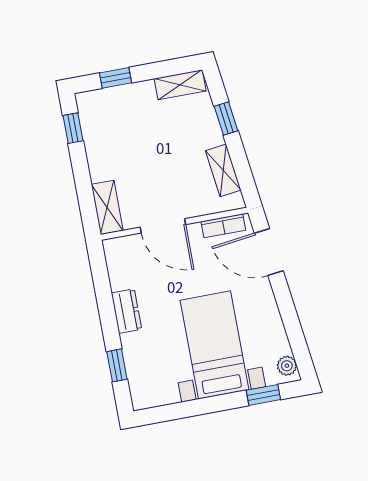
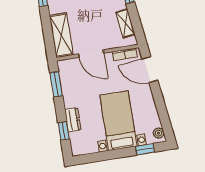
shelving: (107, 207) -> (61, 35), width x1.50, depth x1.33
window: (102, 282) -> (56, 84), added
dresser: (126, 311) -> (73, 120), moved

